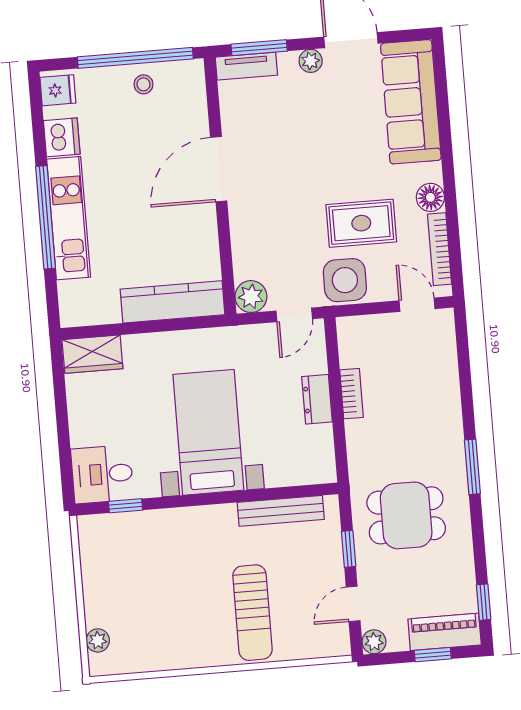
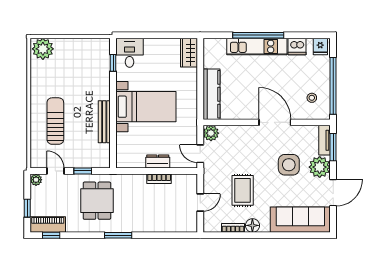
plant: (311, 61) -> (320, 167), width x1.88, depth x1.88
stool: (144, 84) -> (312, 98), moved
bookcase: (440, 249) -> (233, 228), width x0.64
side table: (345, 280) -> (289, 165), moved
door: (417, 305) -> (200, 202), moved
bench: (281, 511) -> (104, 122), moved
sun lounger: (252, 613) -> (55, 121), turned 90
piano: (445, 632) -> (48, 225), moved, turned -90
plant: (98, 640) -> (43, 49), width x1.88, depth x1.88

